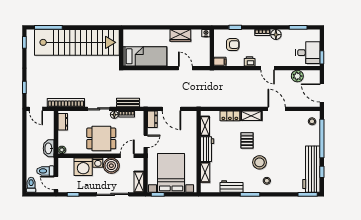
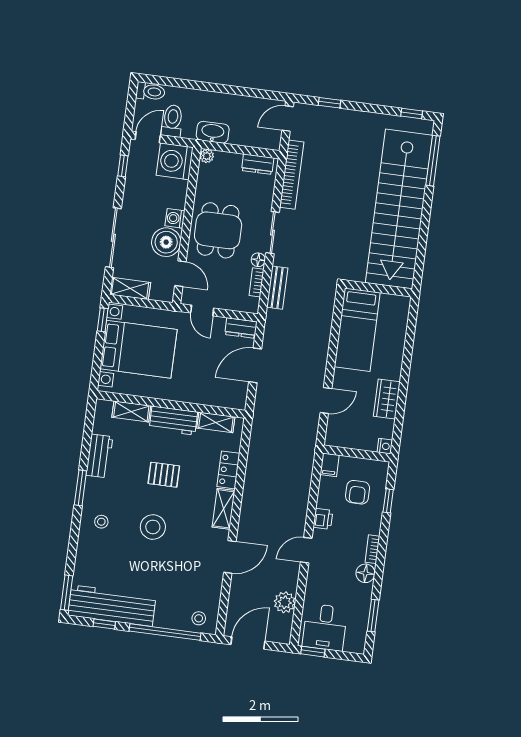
pallet: (247, 140) -> (164, 475), moved
stool: (259, 162) -> (153, 527), moved
washing machine: (83, 167) -> (175, 161), moved

